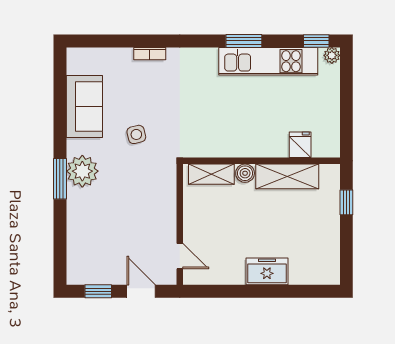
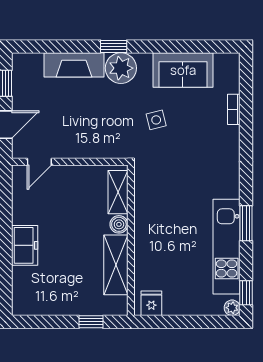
bookcase: (150, 54) -> (234, 109), moved
fridge: (300, 145) -> (151, 303), moved, turned -90
window: (60, 179) -> (114, 47), width x0.67
fireplace: (79, 220) -> (74, 65), added

